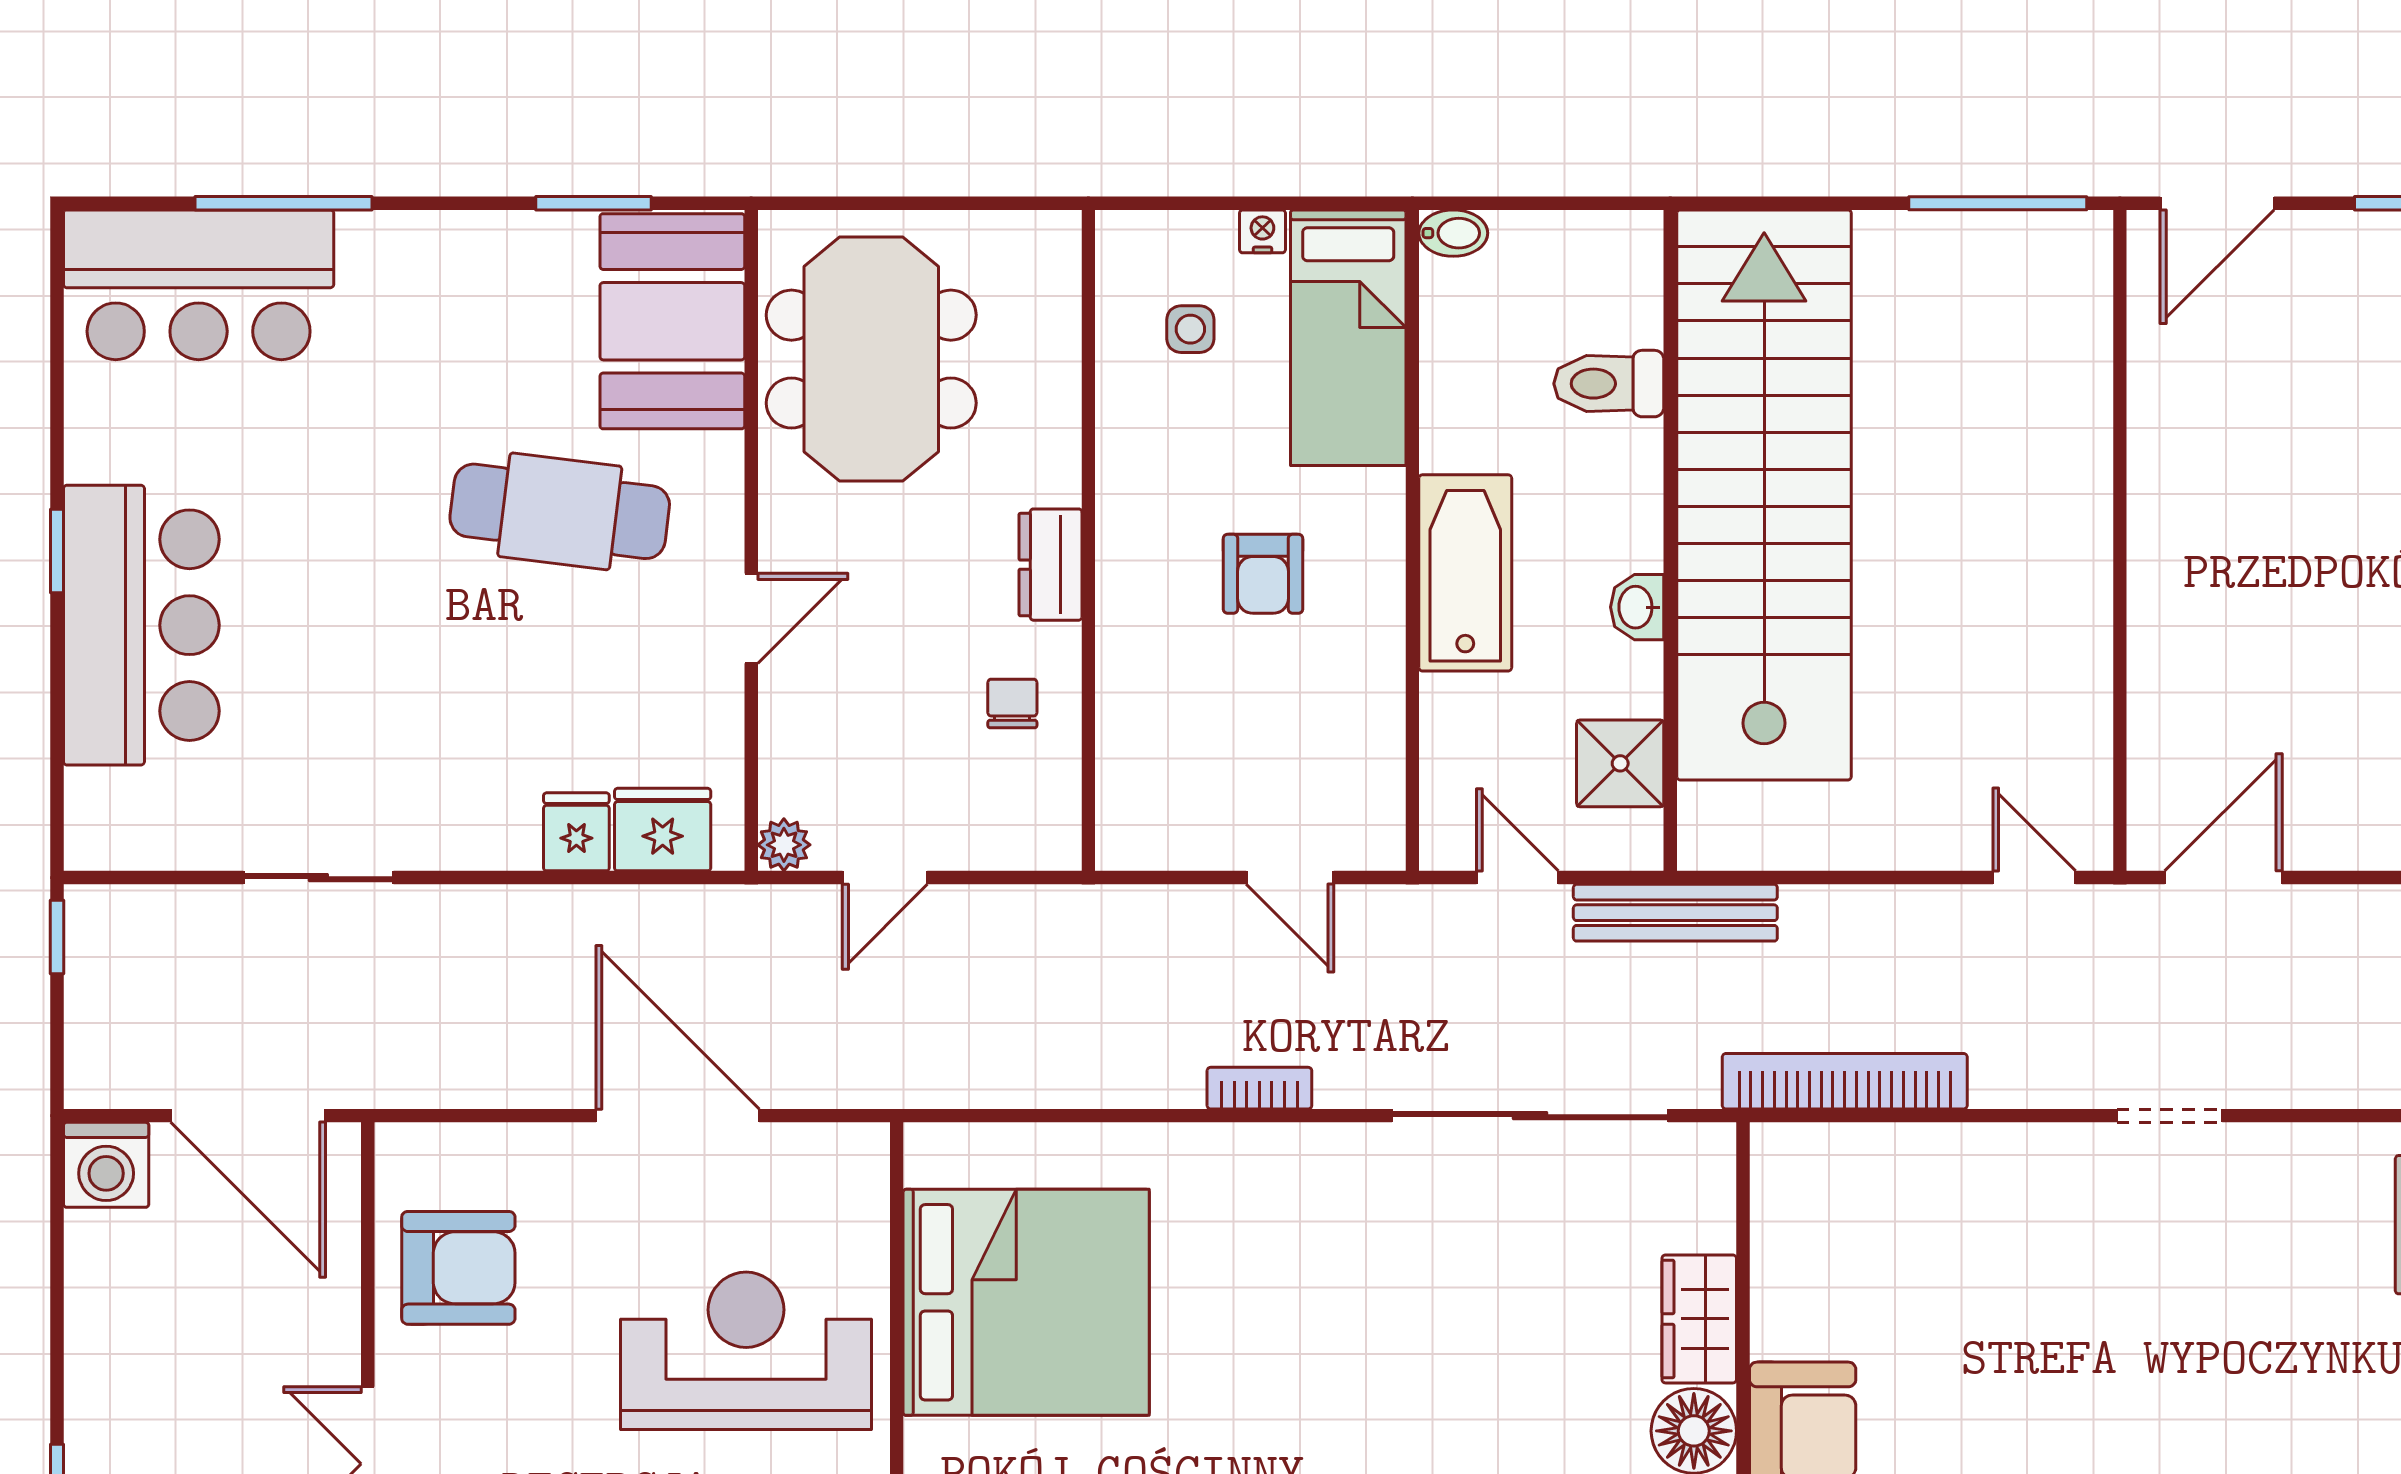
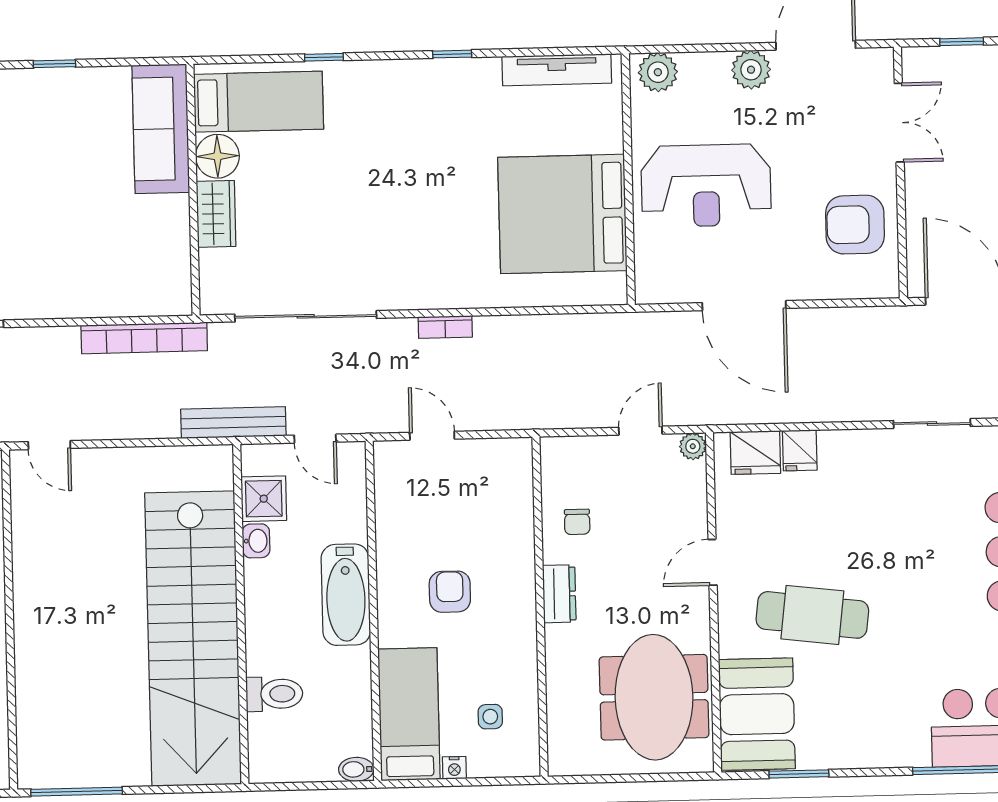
washbasin: (1637, 607) -> (256, 541), moved

